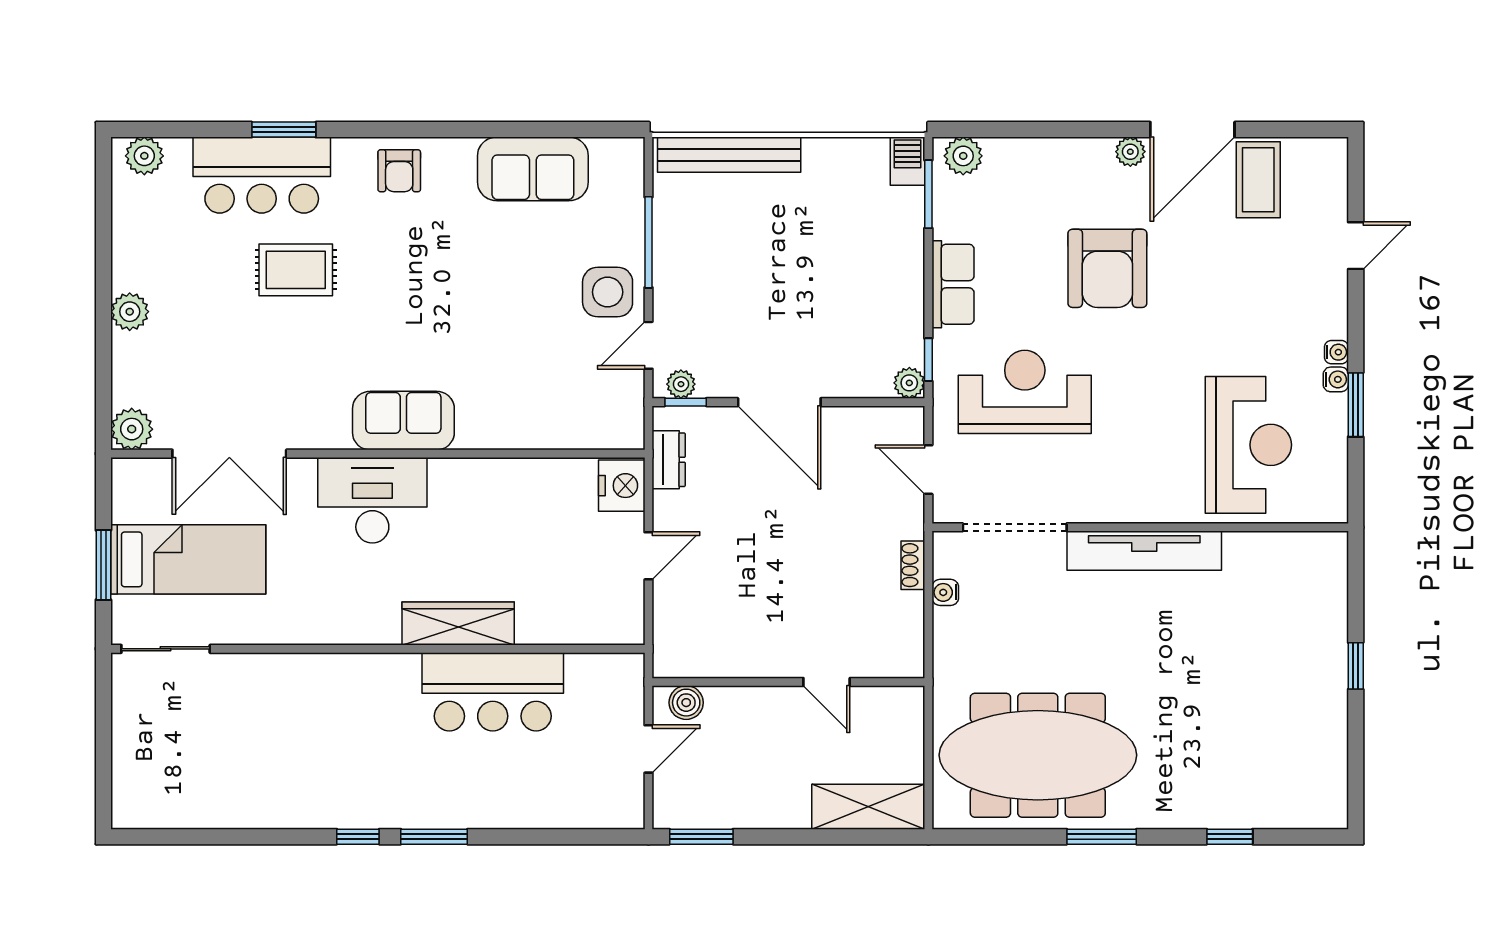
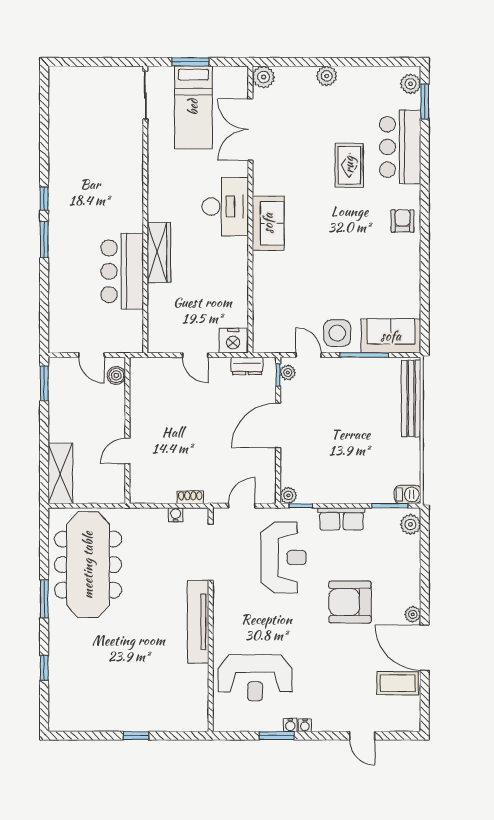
window: (284, 130) -> (425, 102), moved
sofa: (533, 169) -> (391, 336), moved, turned 90
armchair: (399, 171) -> (403, 221), turned 90

